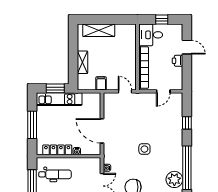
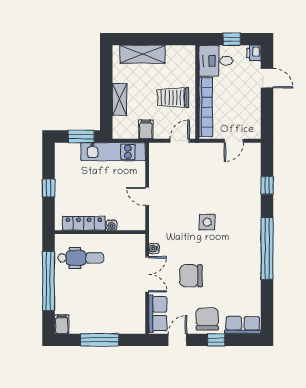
trolley: (120, 61) -> (173, 97), added
printer: (178, 61) -> (254, 53), moved
door: (125, 91) -> (180, 141), hinge flipped
kitchen unit: (59, 99) -> (113, 152), moved
window: (32, 125) -> (48, 188), width x0.46
door: (102, 131) -> (147, 196), width x0.53
plant: (174, 179) -> (249, 265), removed

